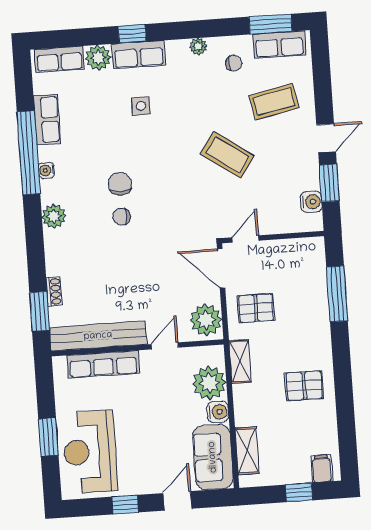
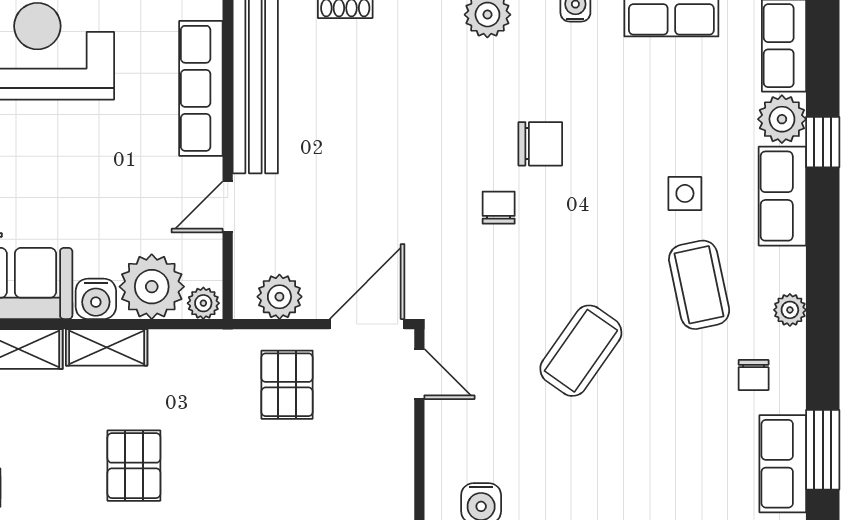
window: (132, 34) -> (823, 142), moved
coffee table: (274, 102) -> (699, 285), moved
chair: (121, 217) -> (499, 208), moved
plant: (206, 320) -> (279, 297), width x0.73, depth x0.73
door: (165, 346) -> (228, 207), swing flipped
plant: (216, 355) -> (203, 303), added
shelving: (240, 361) -> (107, 347), moved

